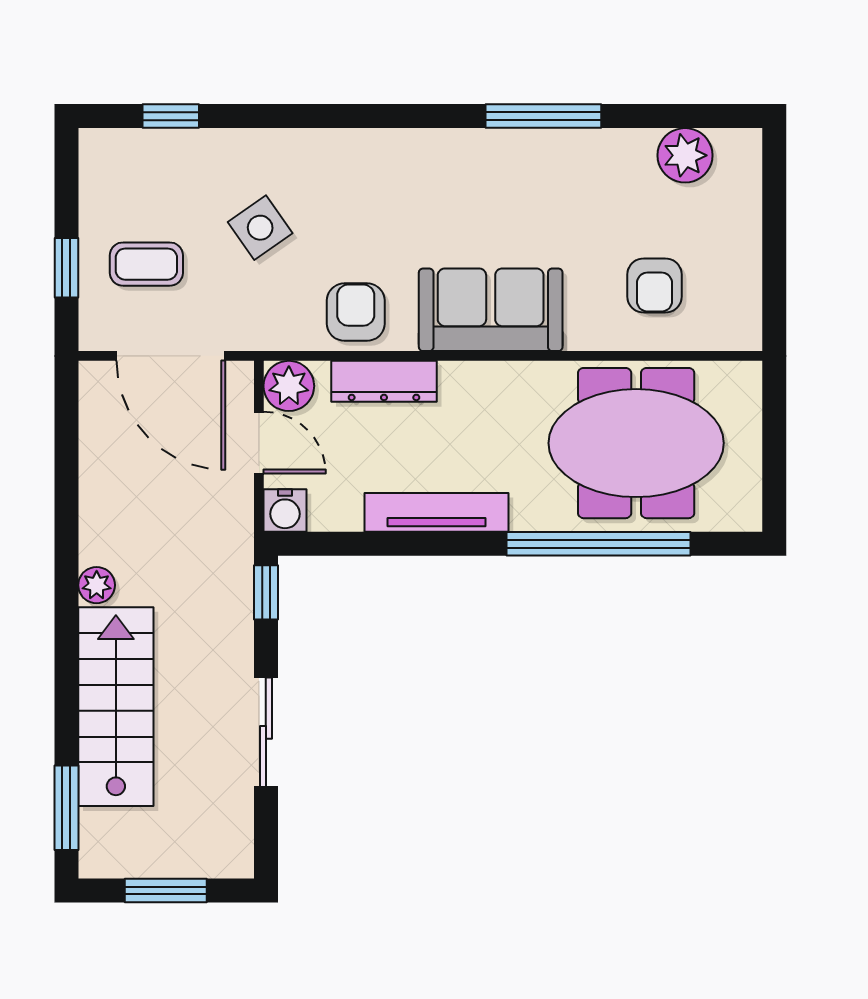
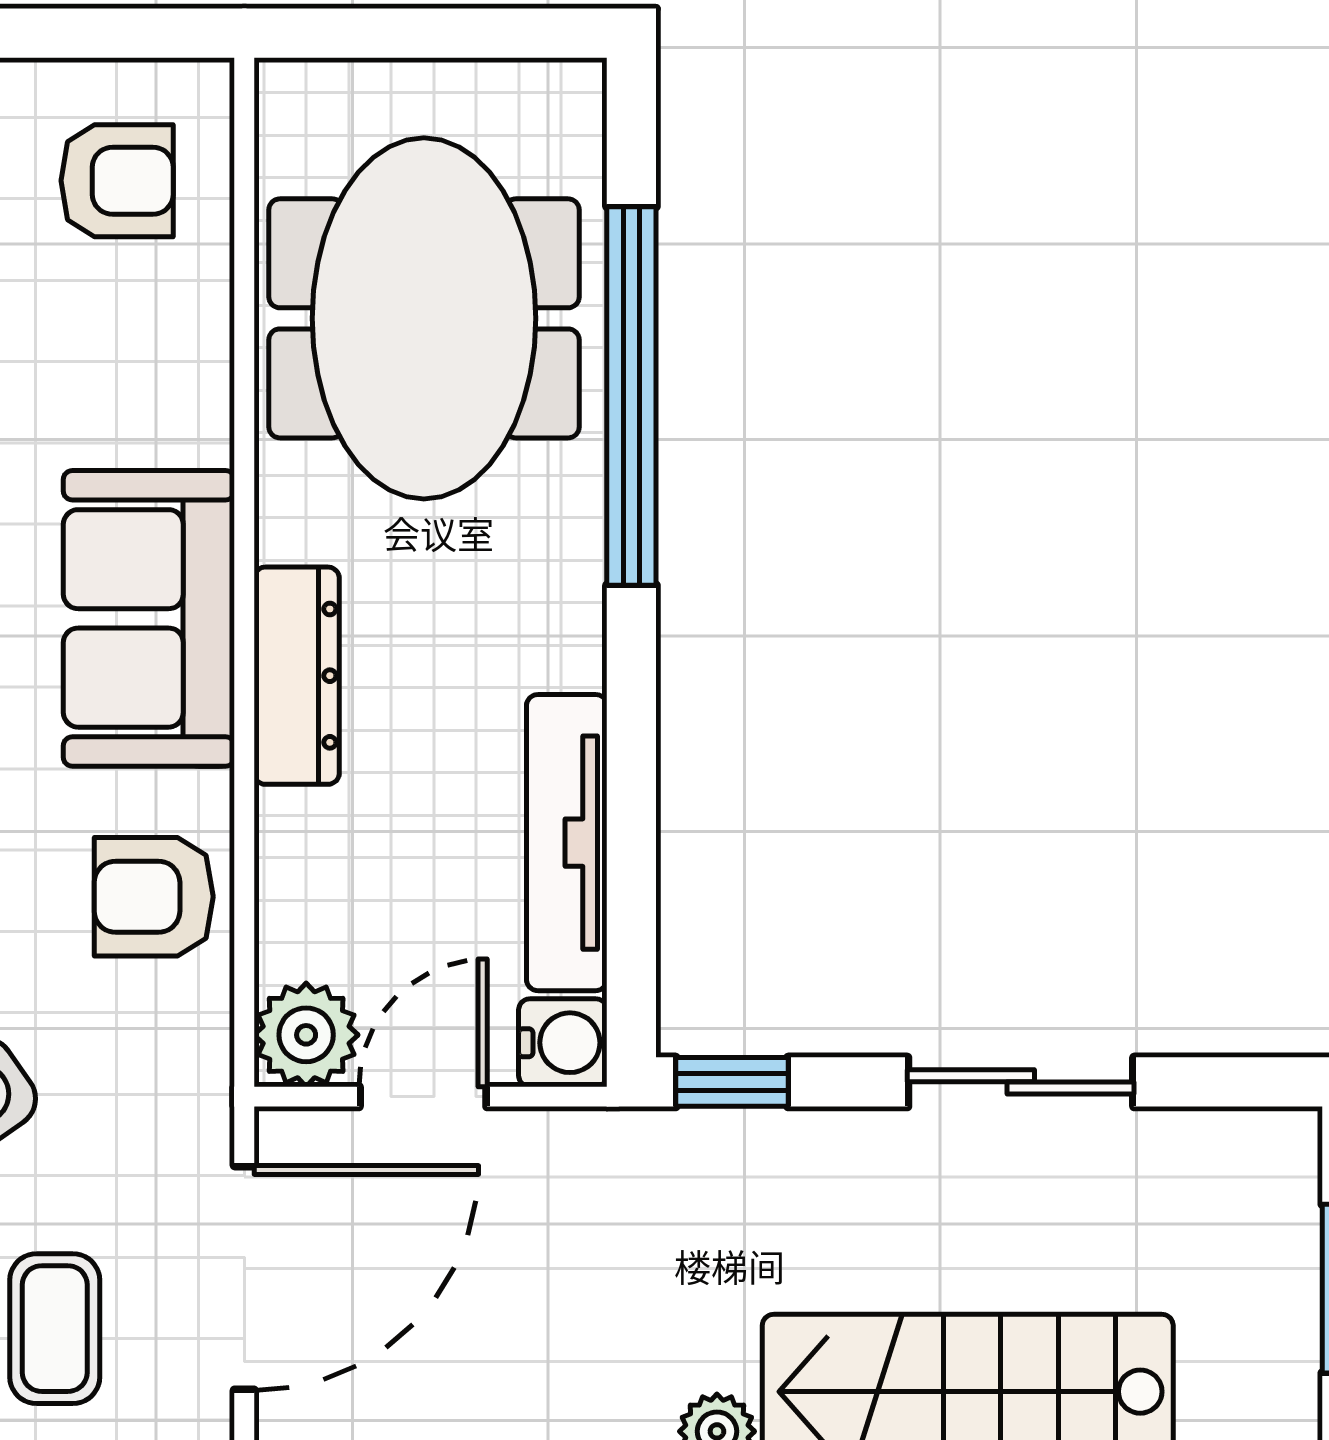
armchair: (655, 286) -> (117, 181), moved
dresser: (384, 381) -> (297, 676), moved
tv unit: (437, 512) -> (567, 843), moved

